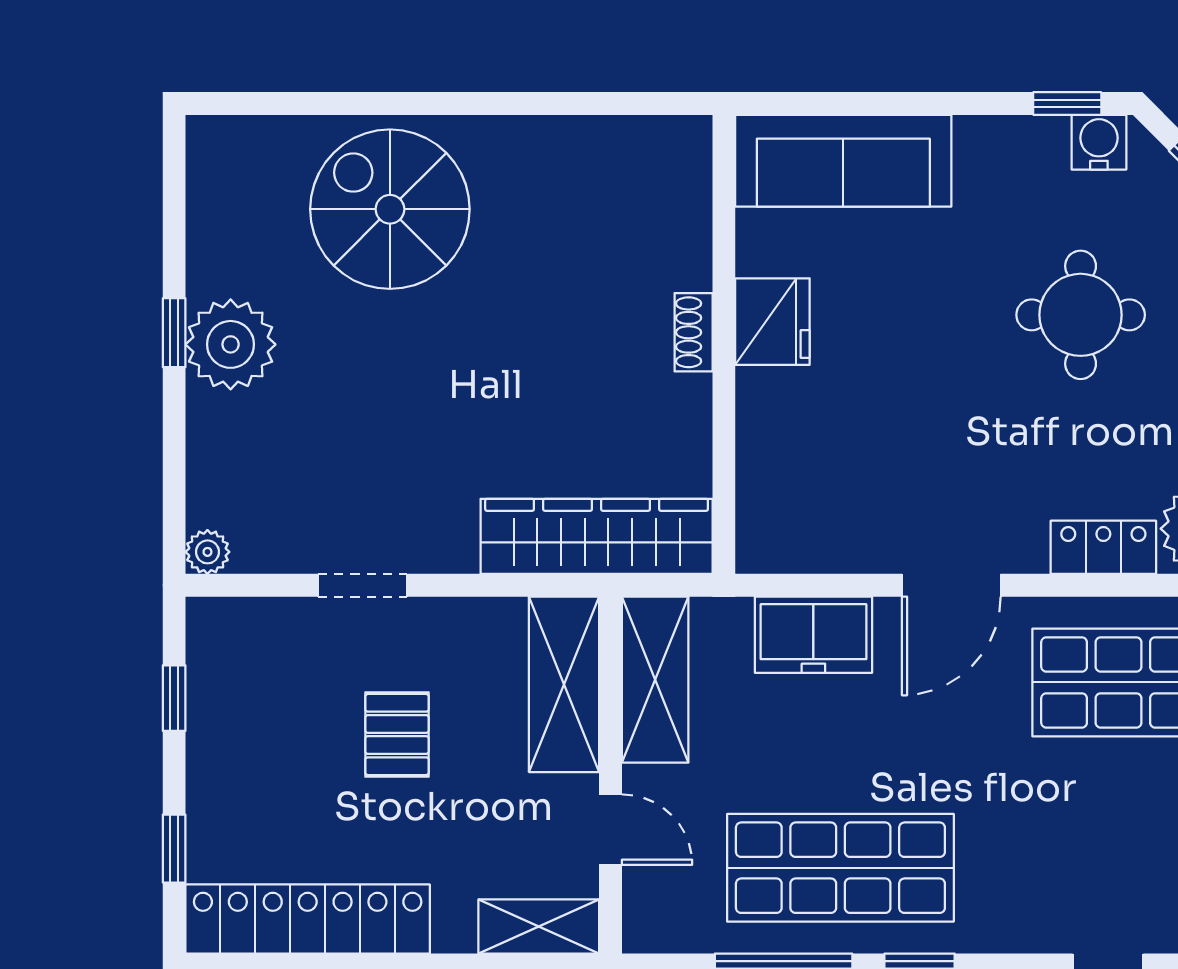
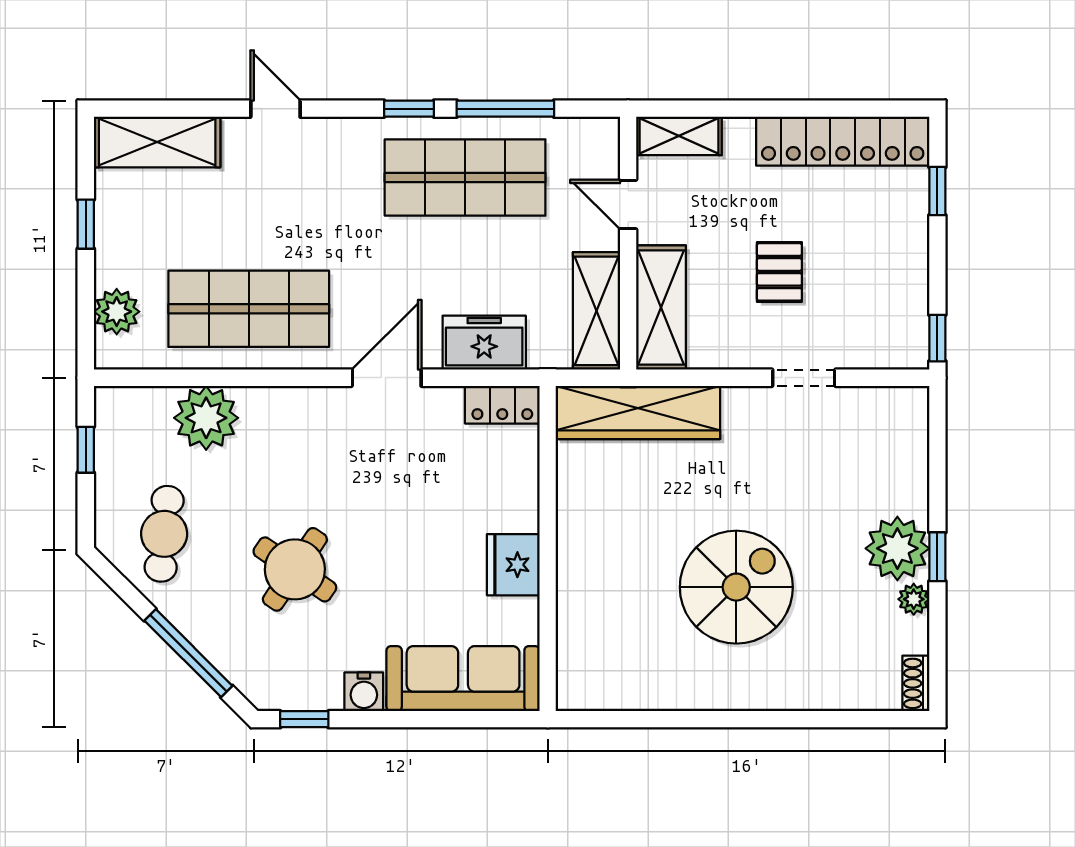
water cooler: (1099, 142) -> (364, 692), moved
spiral stairs: (390, 209) -> (736, 587), moved, turned -90
round table: (1081, 315) -> (295, 569), turned 34
shoe rack: (694, 332) -> (916, 683), moved, turned 180
locker: (1103, 547) -> (502, 405), moved
plant: (207, 552) -> (914, 599), moved
window: (174, 698) -> (937, 338), moved

